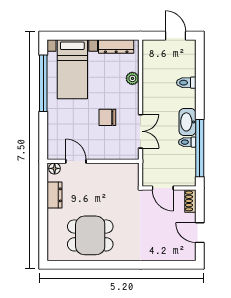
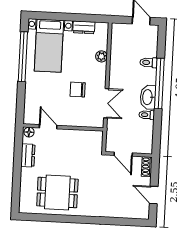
dresser: (116, 46) -> (84, 27), width x0.70
window: (200, 148) -> (159, 83), moved

